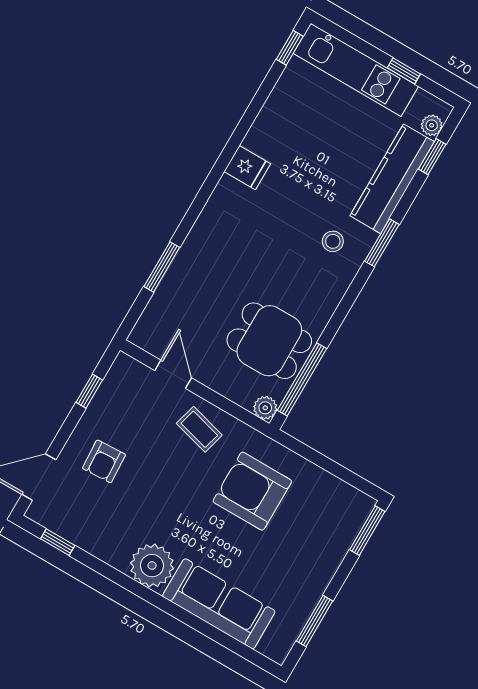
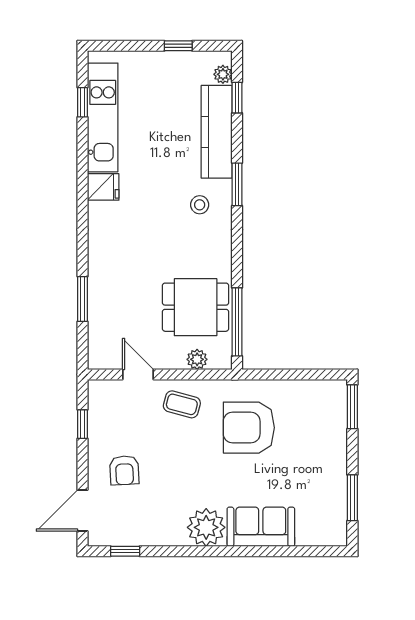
window: (290, 48) -> (82, 102), moved
kitchen unit: (356, 70) -> (103, 117), moved, turned -90
plant: (265, 408) -> (197, 359), moved
sofa: (219, 604) -> (261, 527), width x0.73

